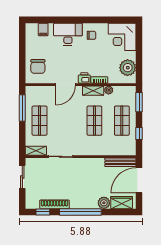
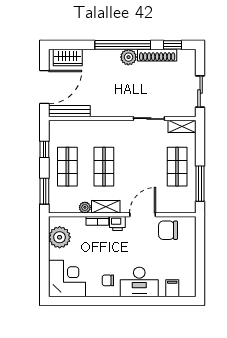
chair: (38, 66) -> (168, 230), moved, turned -90
plant: (104, 203) -> (128, 57), moved

